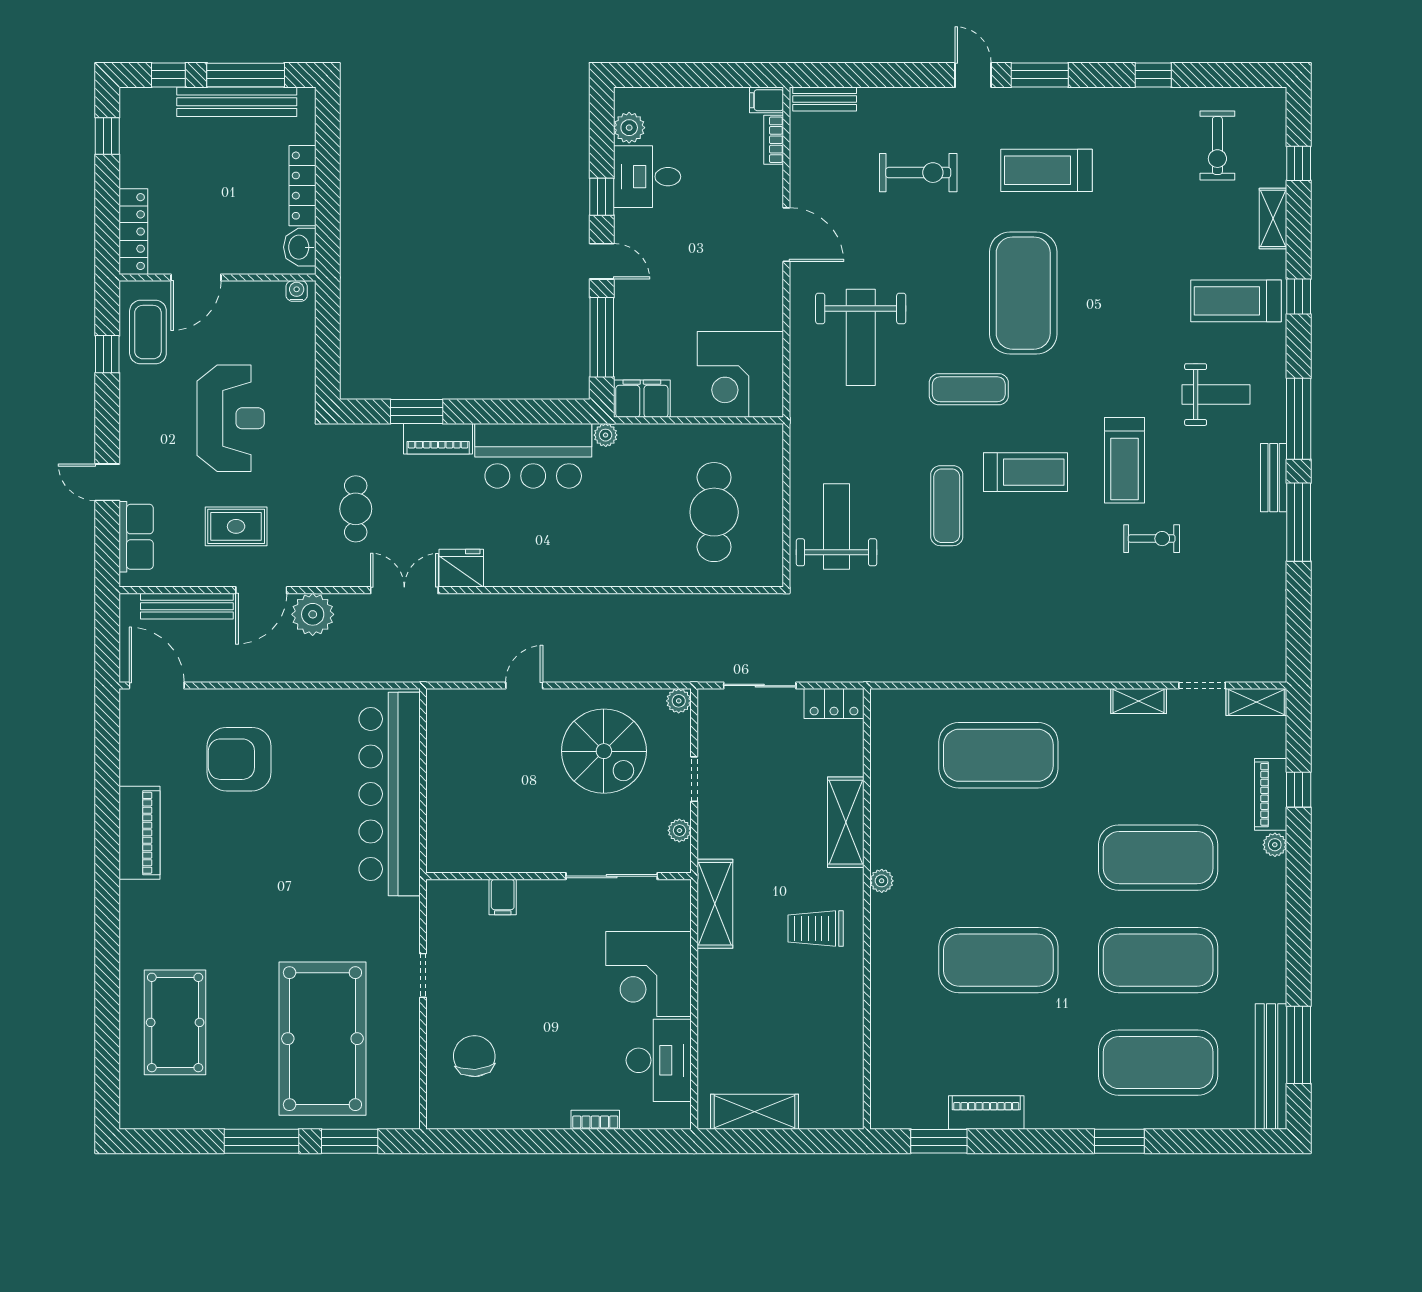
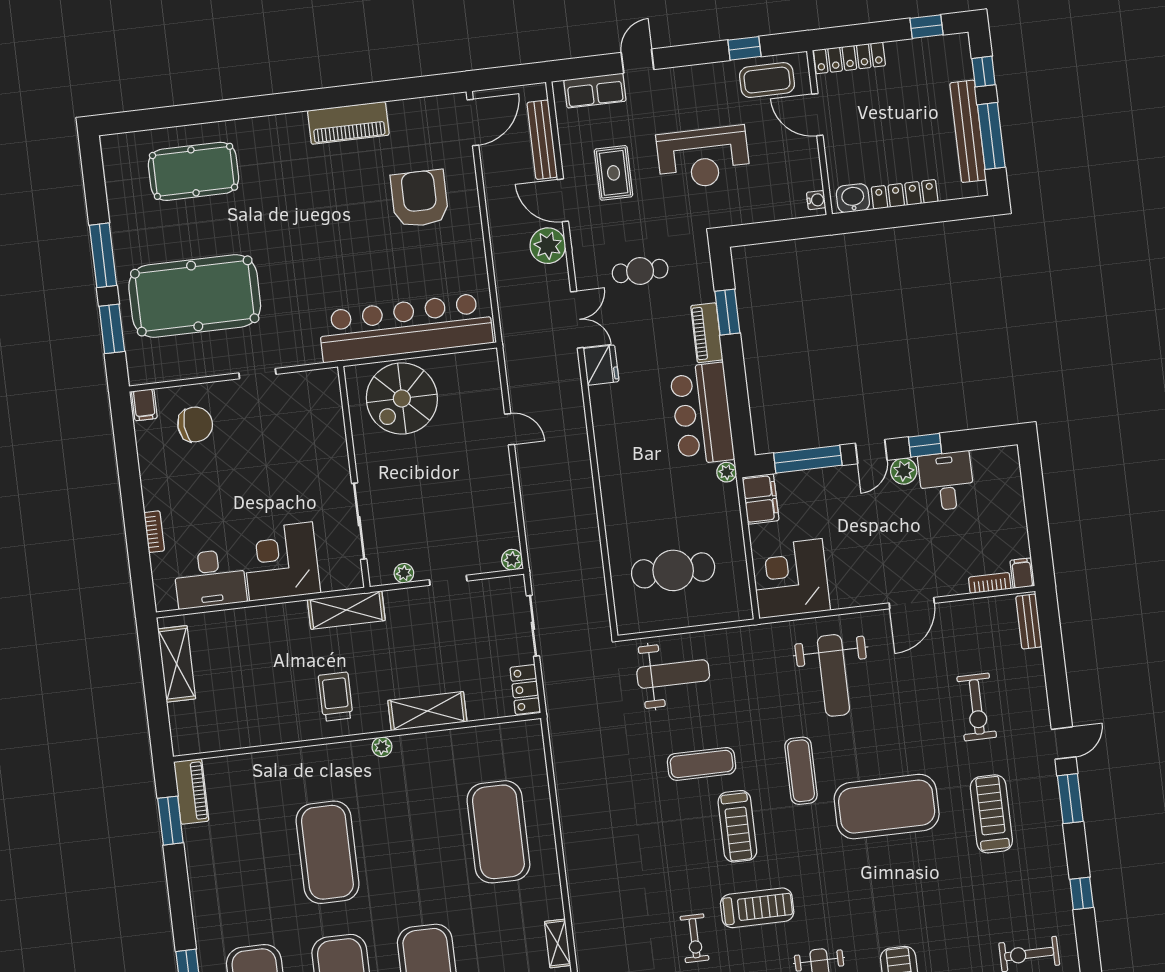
plant: (629, 128) -> (904, 471), moved
weight bench: (861, 337) -> (833, 675), turned -90
treadmill: (1125, 460) -> (757, 908), turned 180
spiral stairs: (604, 751) -> (402, 398), moved
filing cabinet: (503, 897) -> (144, 405), moved, turned -90
piano: (986, 1112) -> (191, 791), moved

